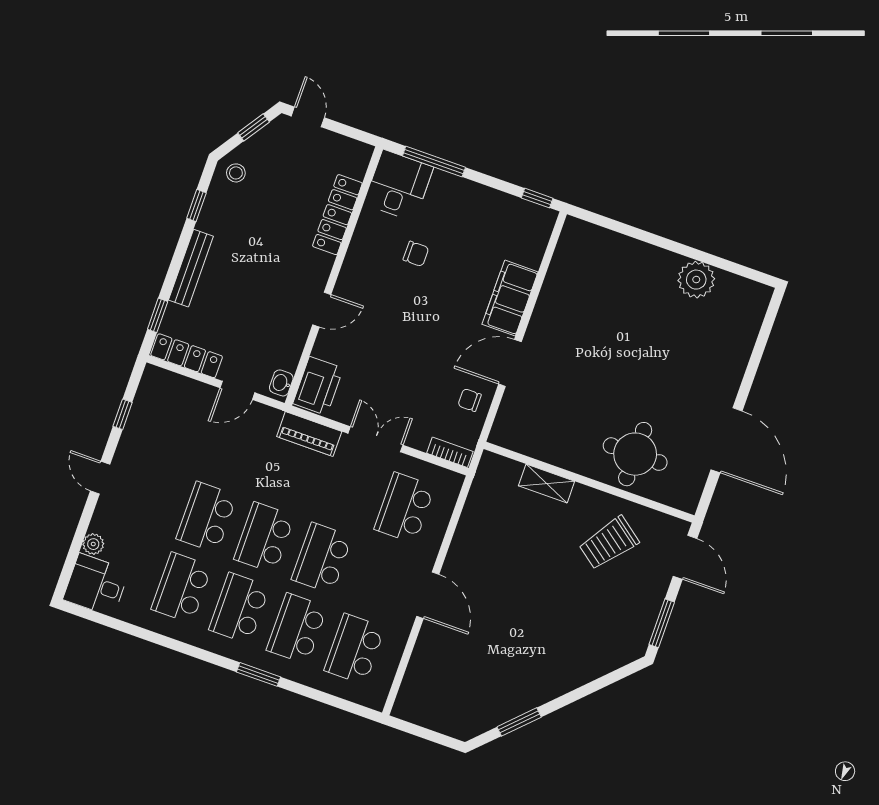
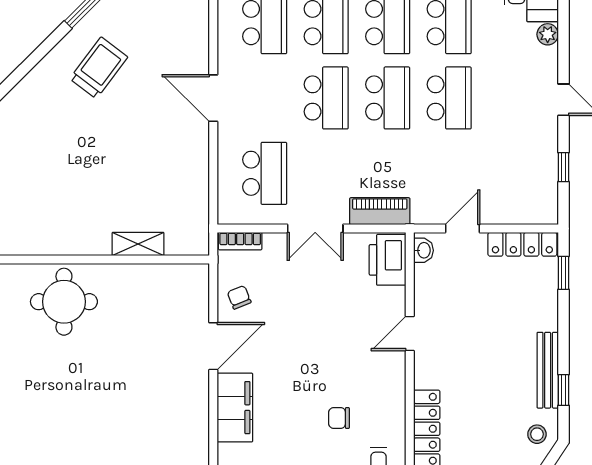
bench: (191, 268) -> (548, 370), moved
chair: (470, 400) -> (239, 297), turned -112
trolley: (609, 543) -> (99, 68), moved

